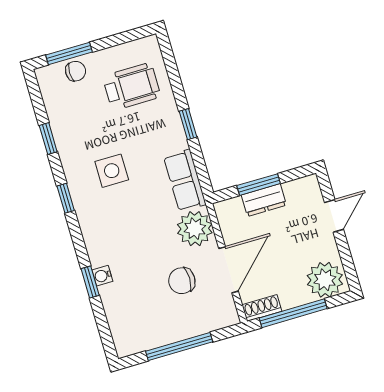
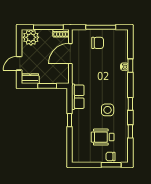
wheelchair: (132, 87) -> (103, 137), moved
dresser: (264, 200) -> (30, 79), moved
plant: (195, 229) -> (80, 75), removed
chair: (182, 281) -> (98, 43), moved

